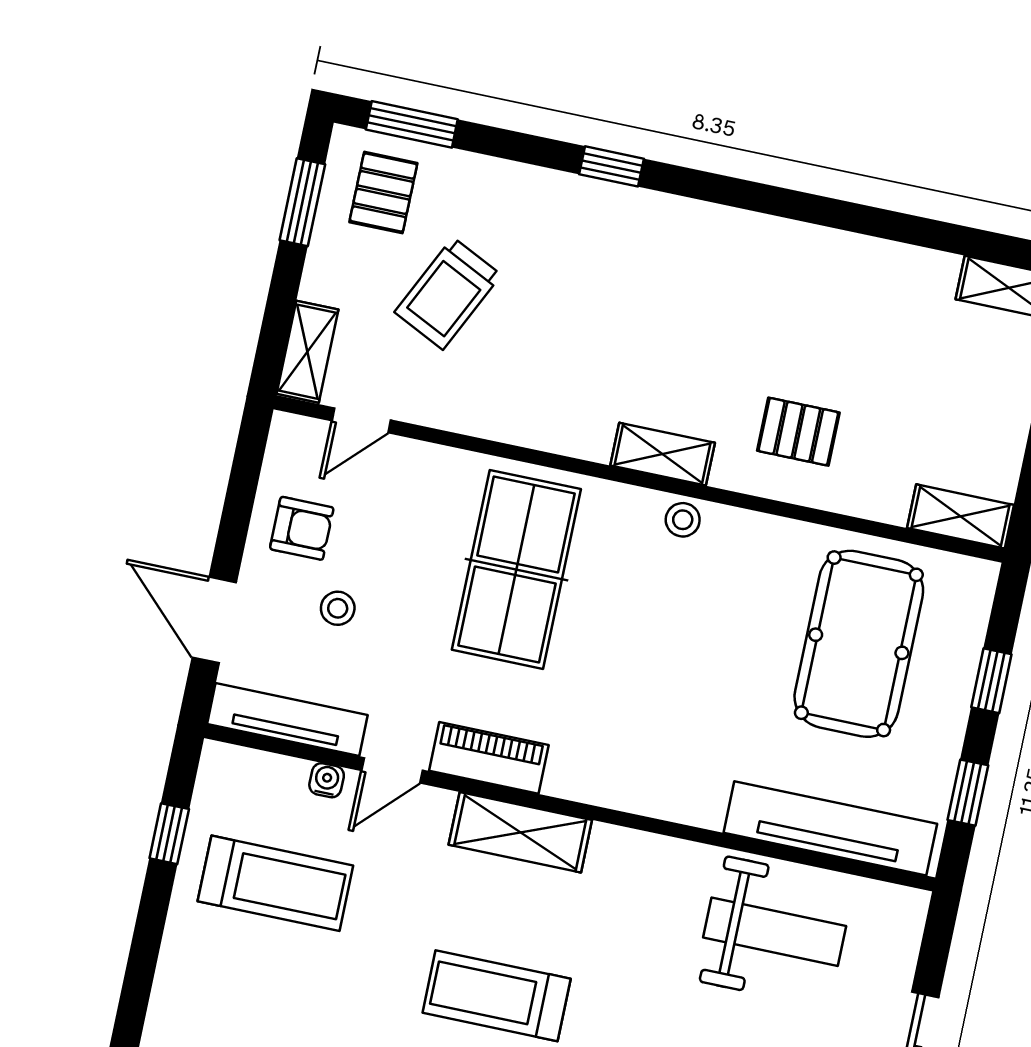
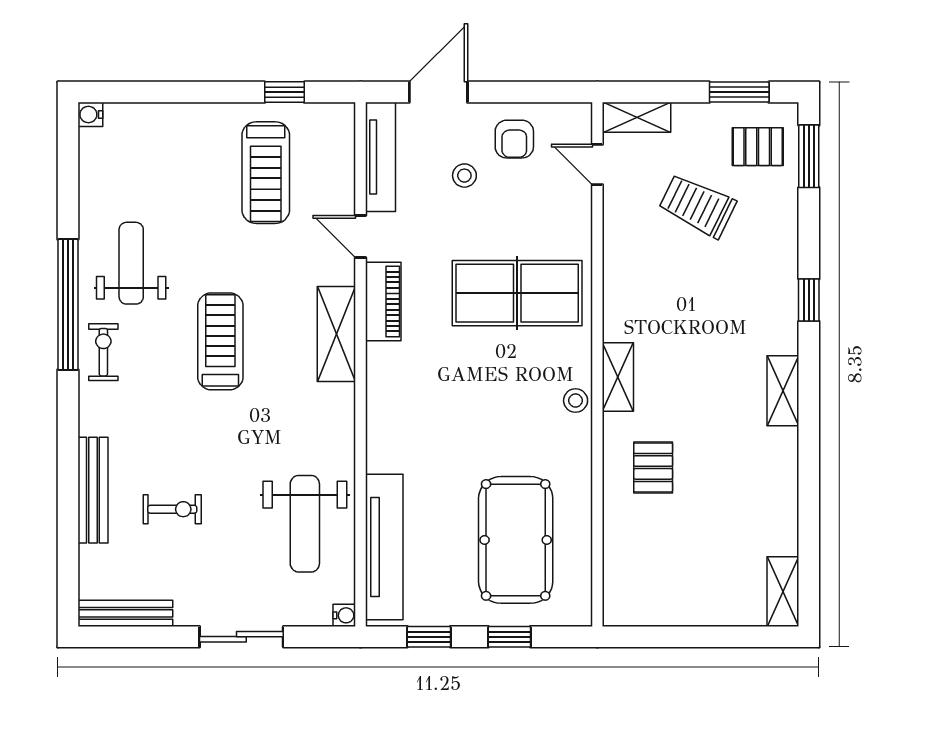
shelving: (960, 516) -> (783, 391), moved
pool table: (859, 644) -> (516, 540), turned 90
water cooler: (327, 780) -> (344, 615), moved

